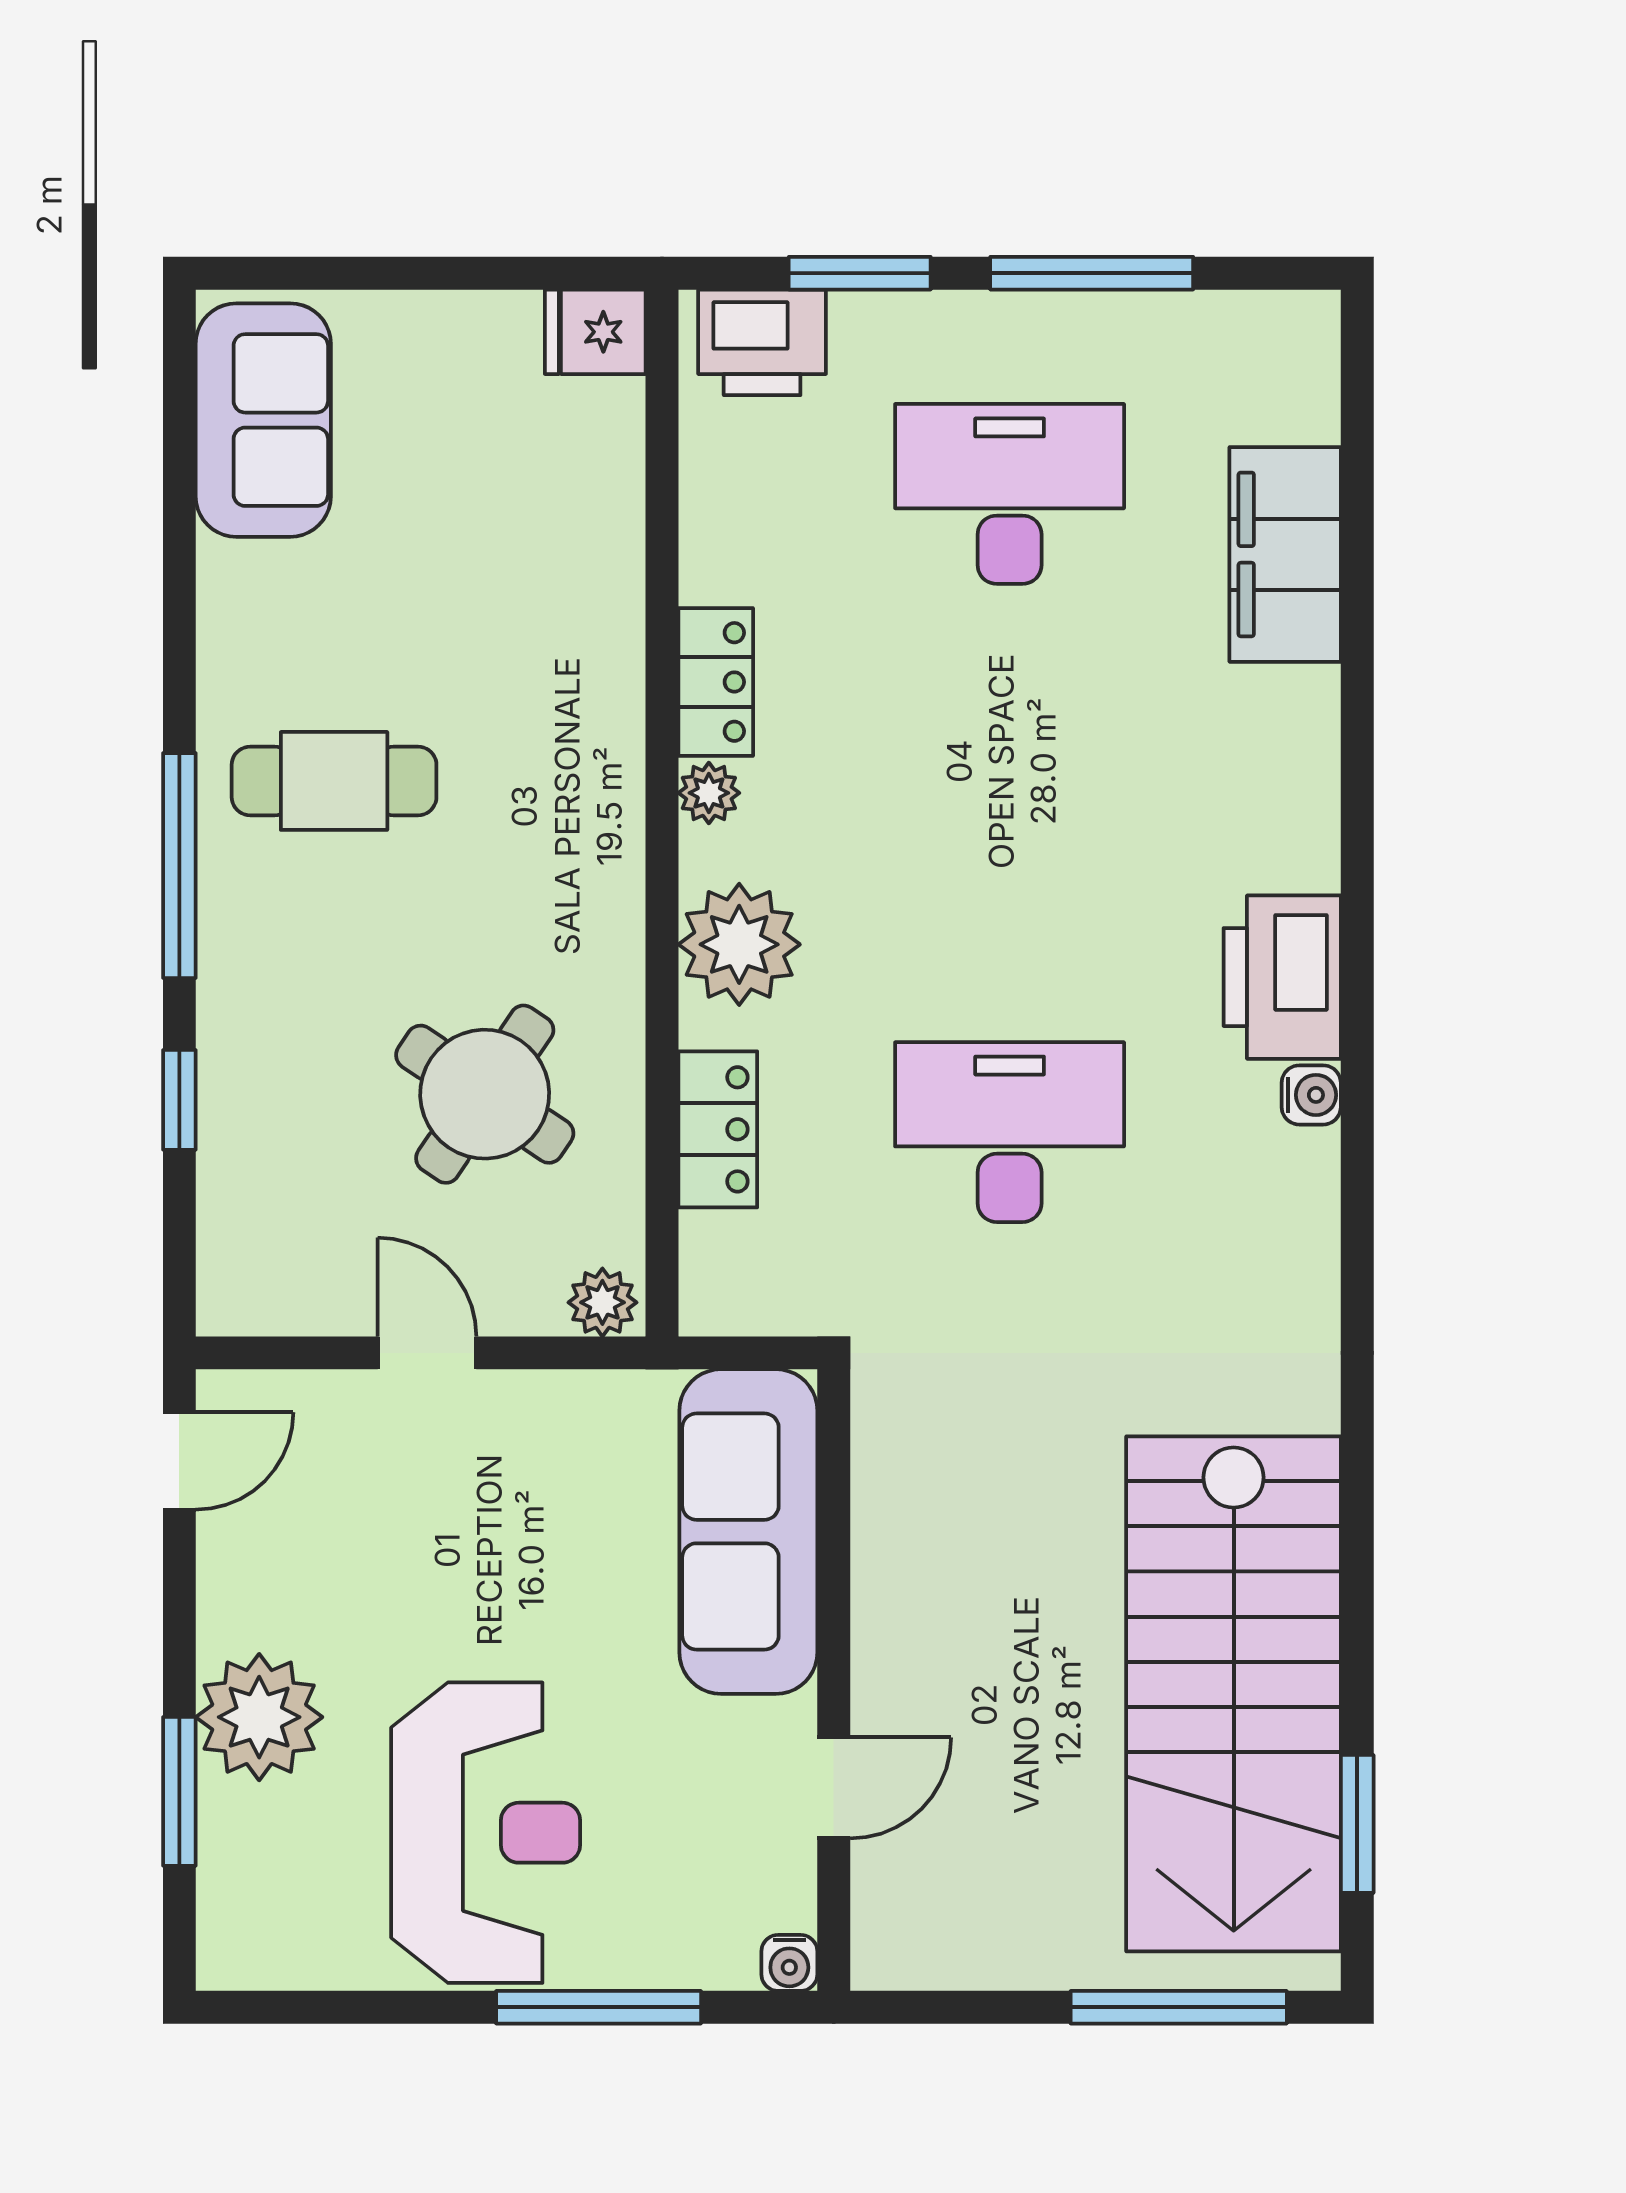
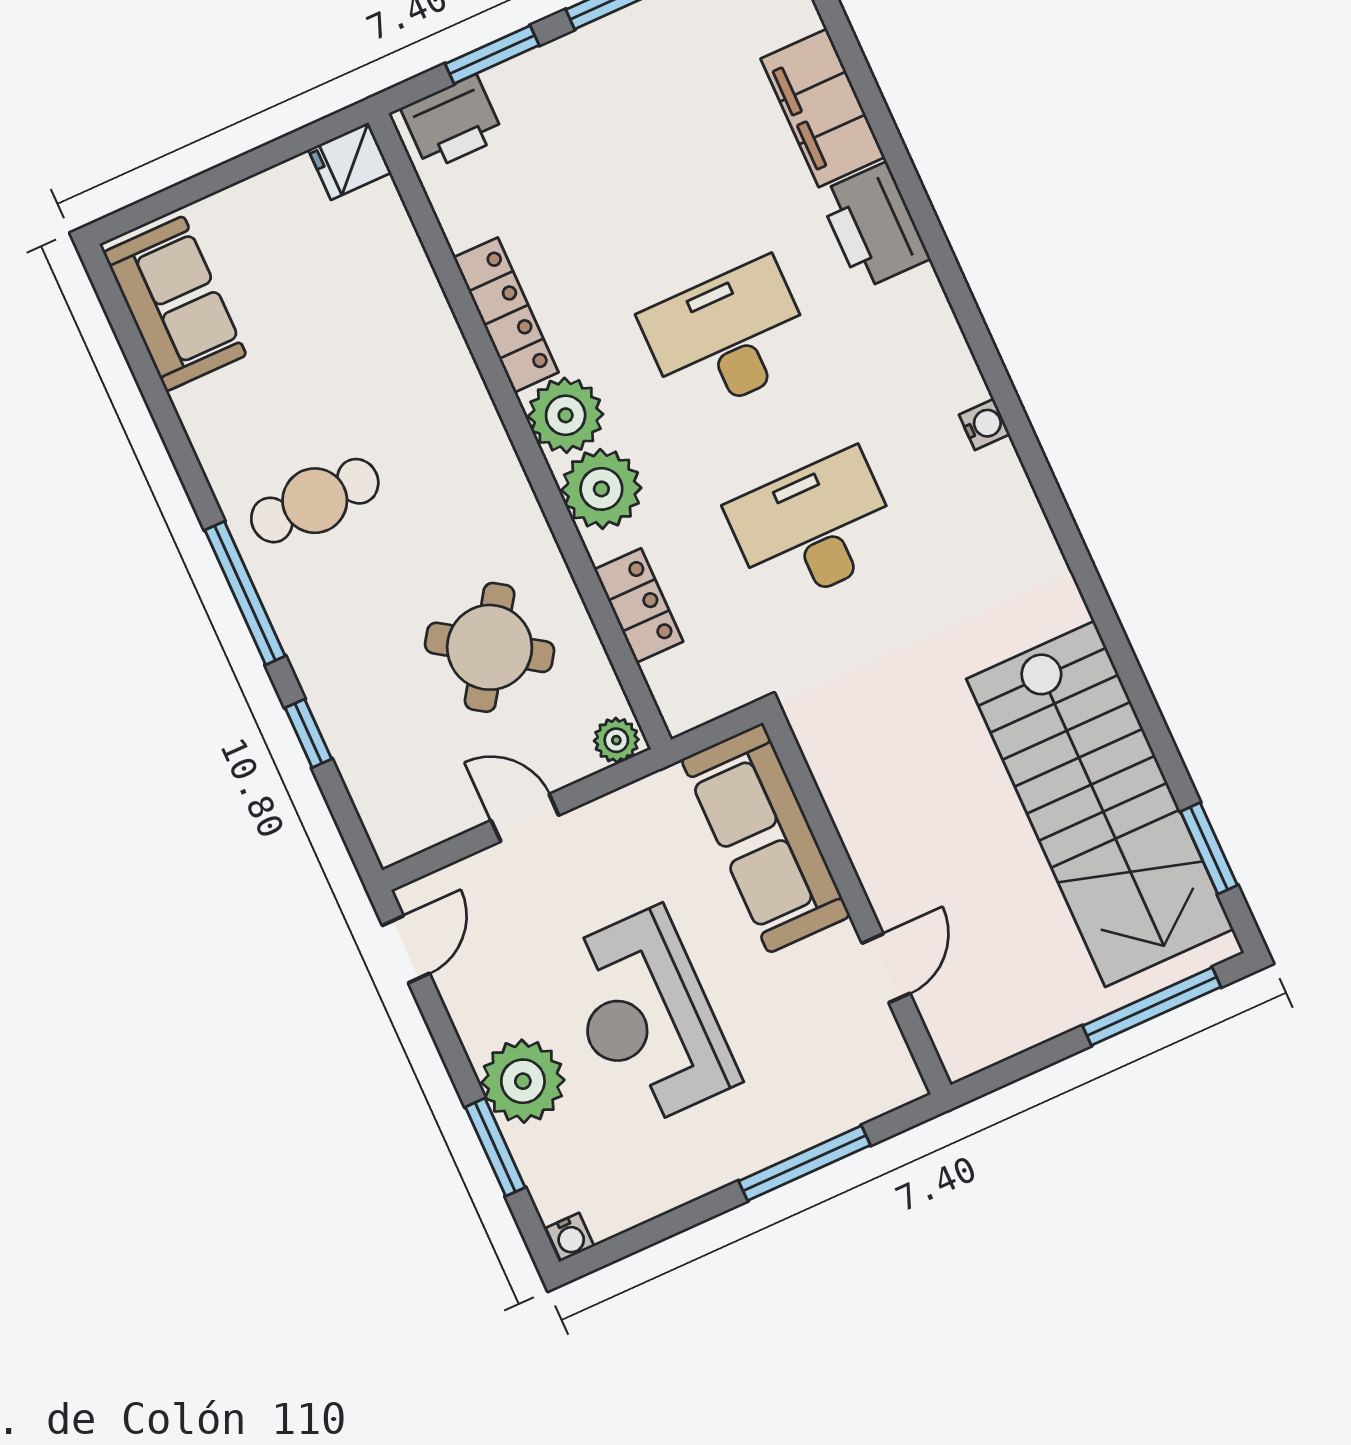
desk: (1010, 494) -> (728, 337), moved
locker: (716, 682) -> (506, 315), width x1.53
plant: (709, 793) -> (566, 415), width x1.88, depth x1.88
printer: (1282, 977) -> (874, 226), moved
reception desk: (486, 1833) -> (647, 1018), moved, turned 180
water cooler: (789, 1963) -> (570, 1237), moved

